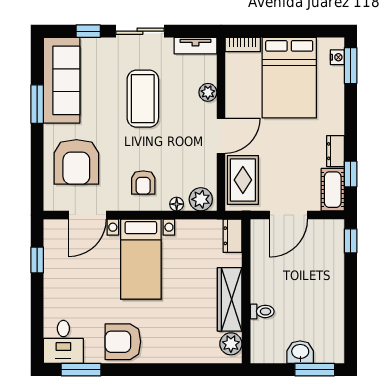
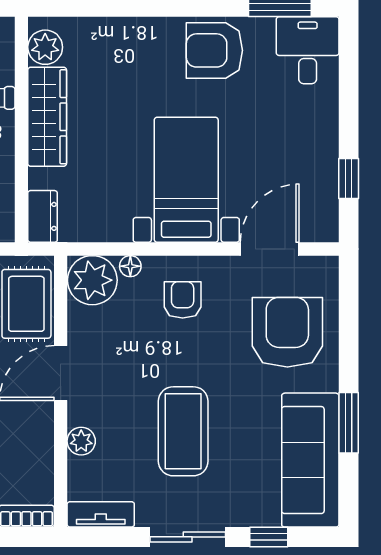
plant: (201, 199) -> (92, 280), width x1.36, depth x1.36
armchair: (123, 342) -> (214, 50), turned 180

